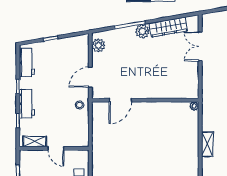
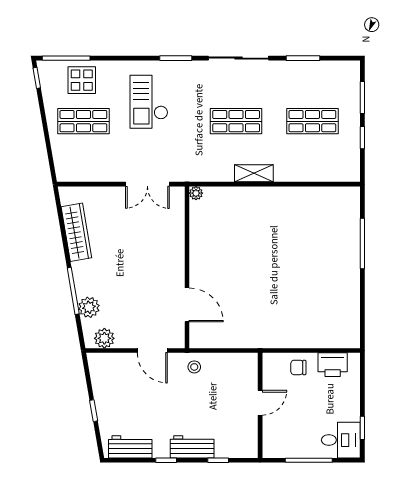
plant: (142, 31) -> (89, 307), moved
double door: (200, 46) -> (147, 184), moved
shelving: (35, 142) -> (250, 435), removed

